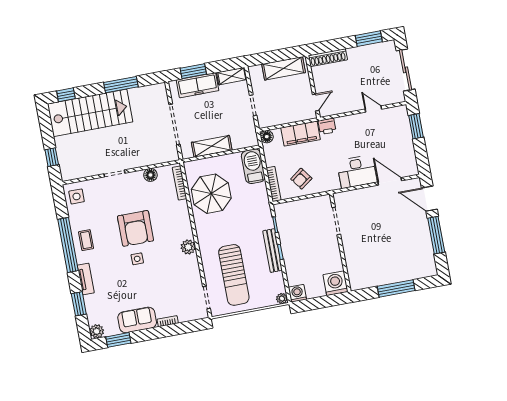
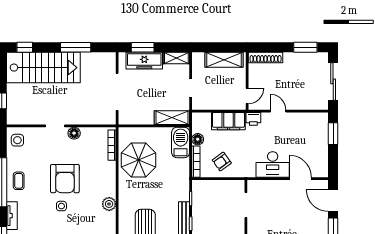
door: (373, 109) -> (278, 111), moved
floor lamp: (267, 137) -> (198, 139), moved
shelving: (212, 146) -> (172, 118), moved
floor lamp: (150, 175) -> (74, 133), moved

